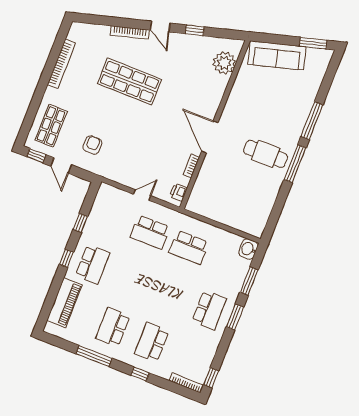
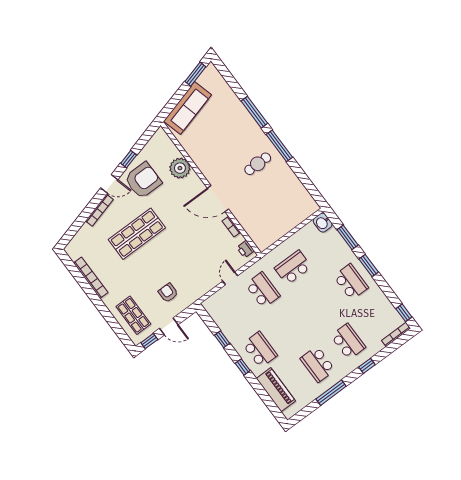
armchair: (183, 56) -> (143, 180), added
plant: (224, 63) -> (180, 168), moved
cafe table: (266, 154) -> (258, 164), width x0.73, depth x0.74
school desk: (150, 232) -> (263, 290), turned -90
school desk: (189, 247) -> (293, 268), turned 180
school desk: (152, 342) -> (348, 342), turned 180

